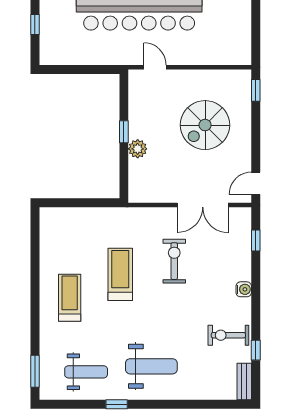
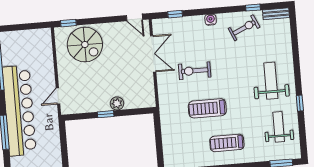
spiral stairs: (205, 125) -> (85, 45), moved
exercise bike: (228, 335) -> (244, 28), turned -114

